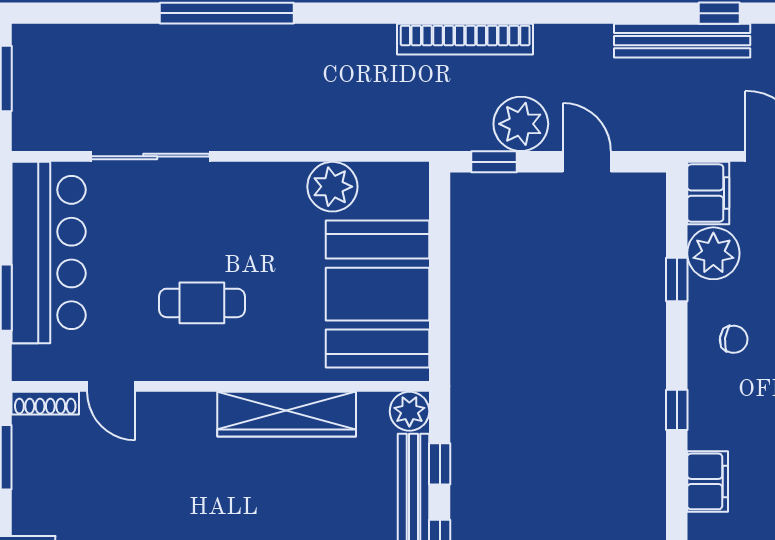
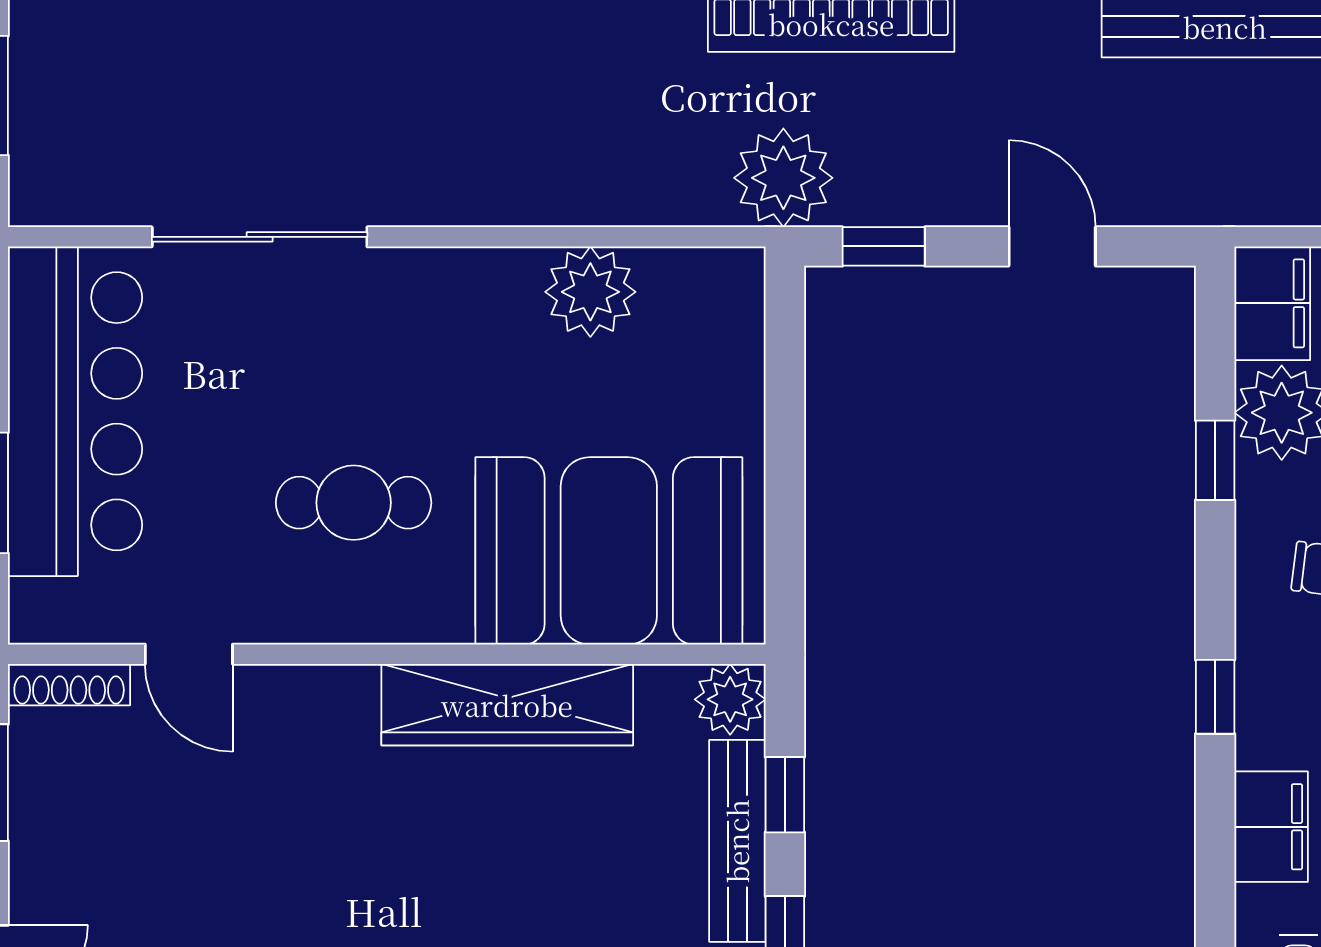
plant: (521, 124) -> (783, 178), moved
booth: (377, 294) -> (609, 551), moved, turned 90

